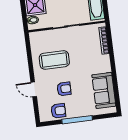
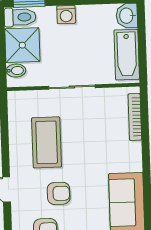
coffee table: (54, 60) -> (47, 142), turned 90

